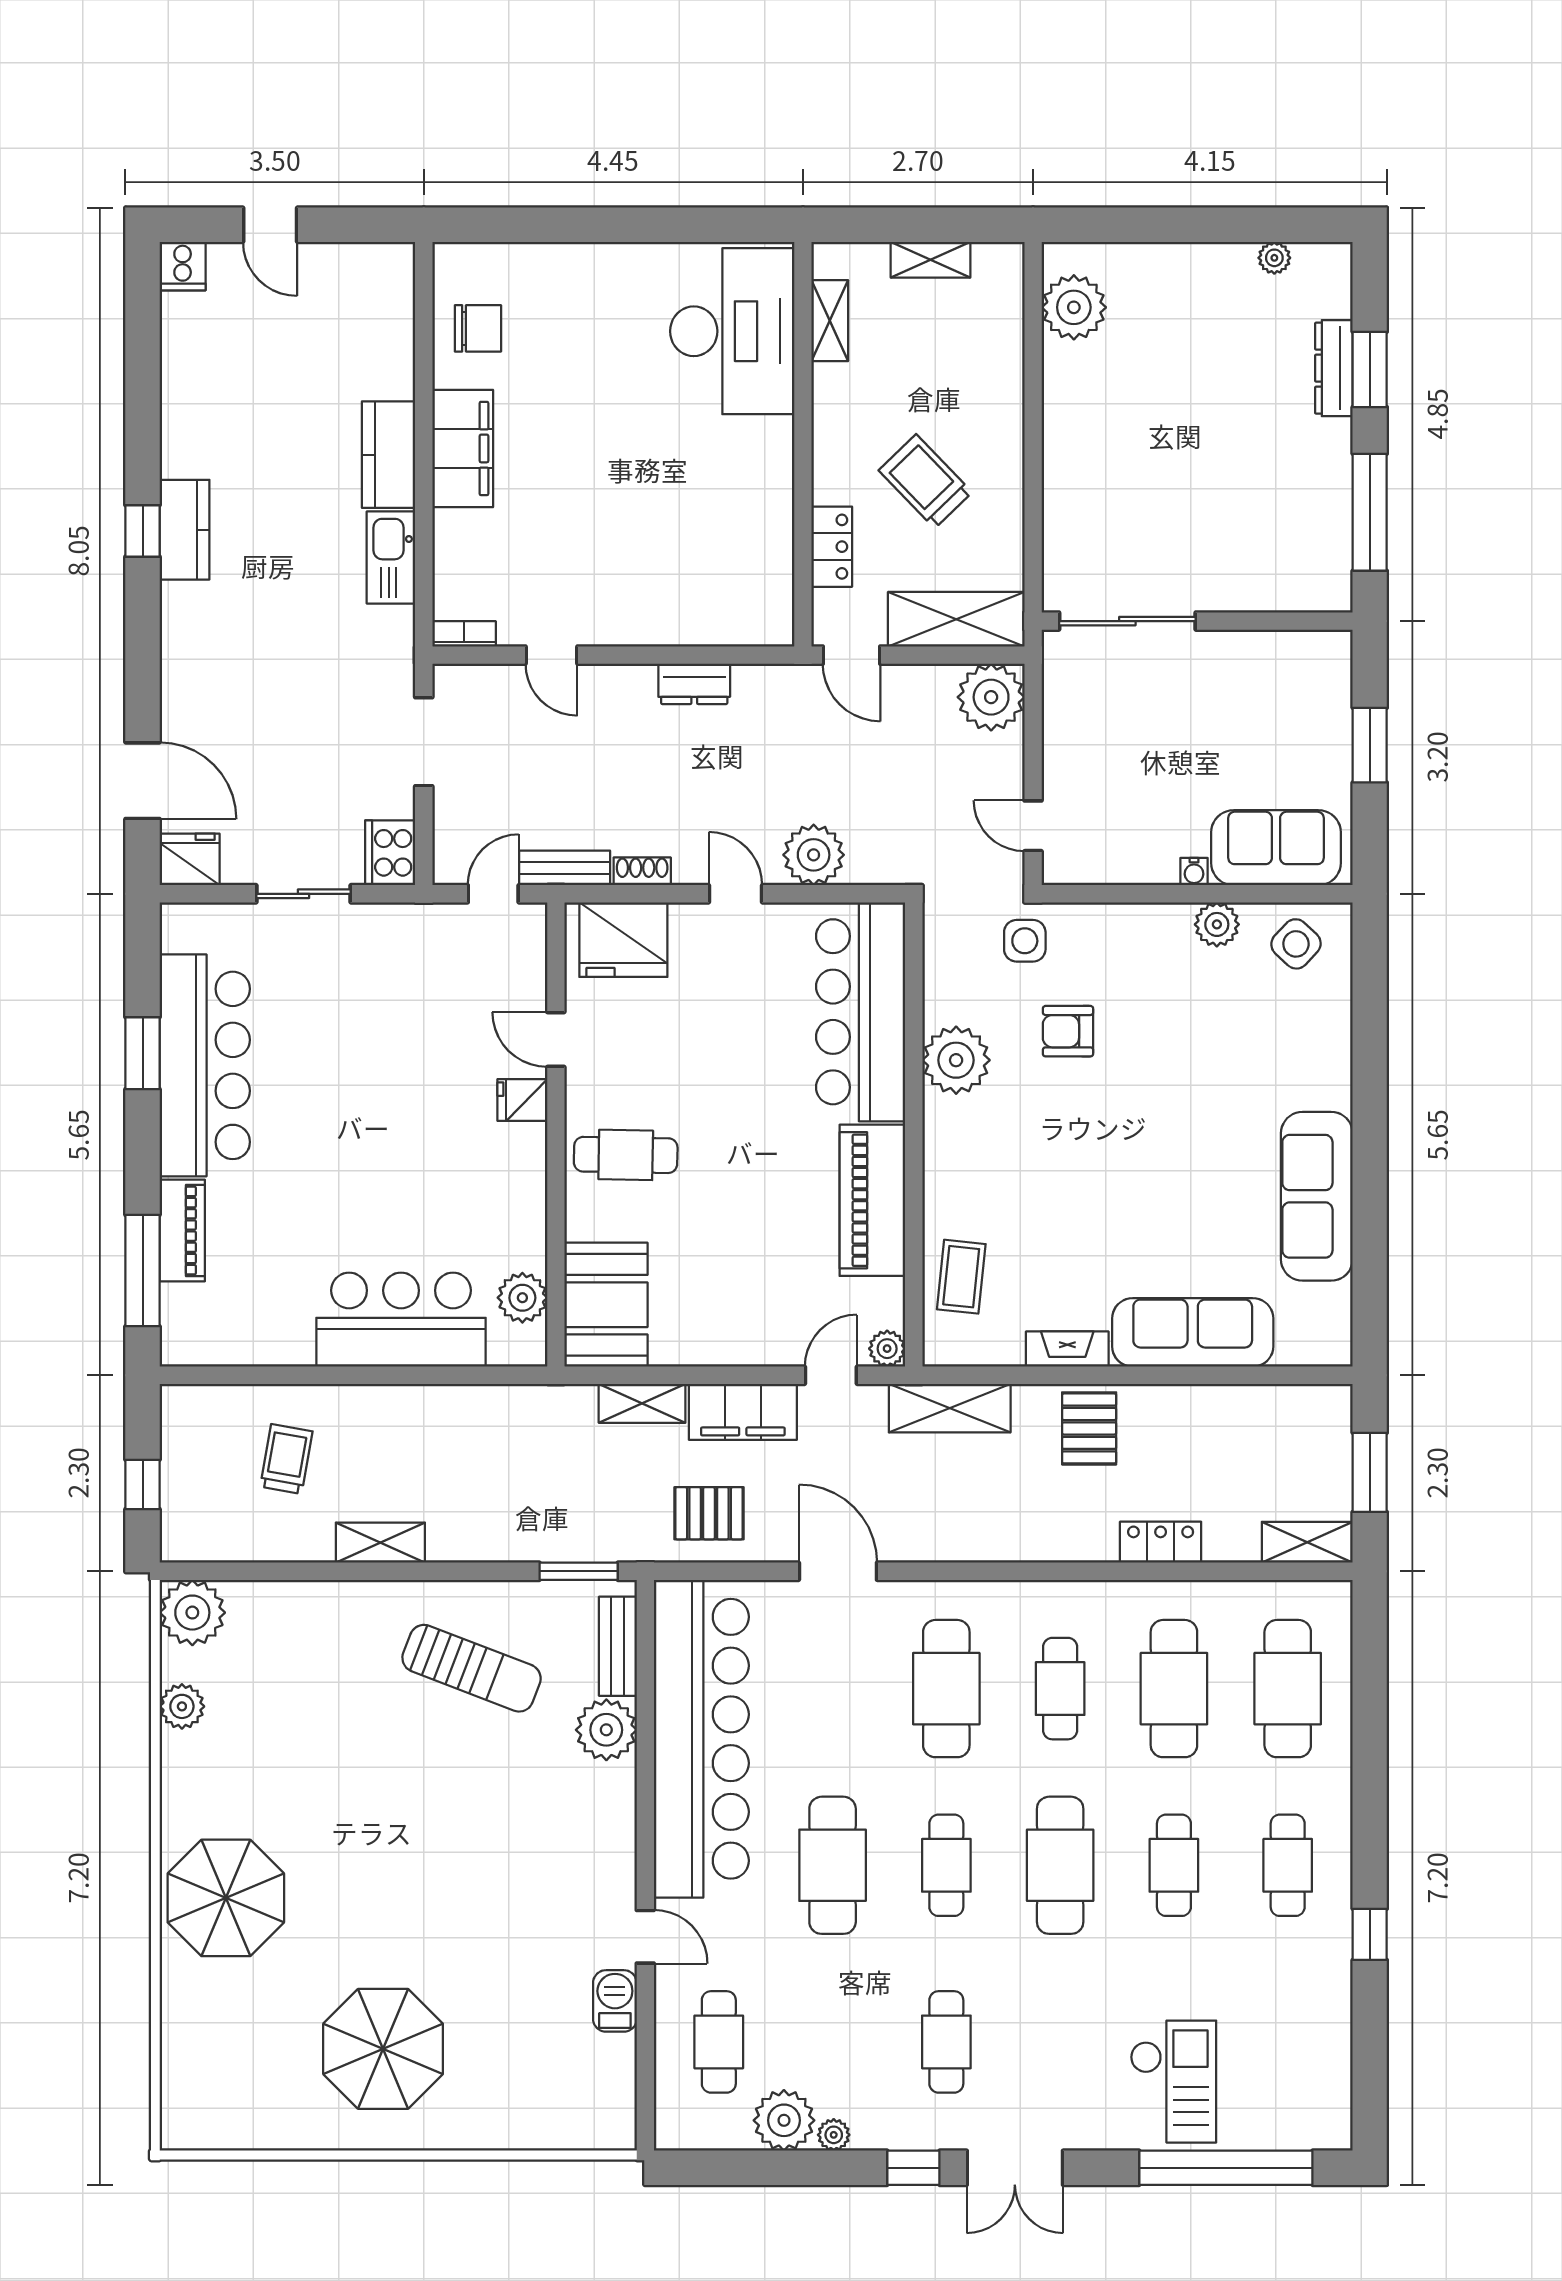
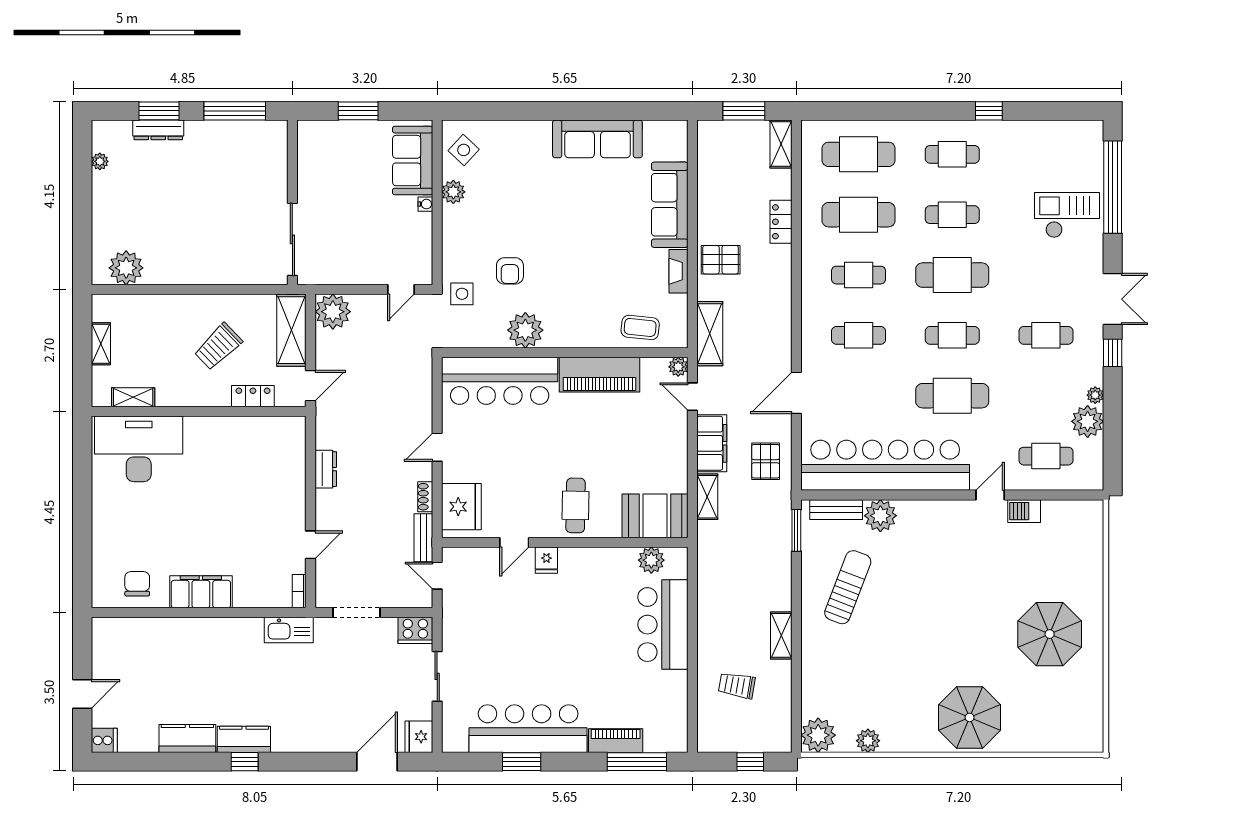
kitchen counter: (389, 455) -> (187, 738), moved, turned 180
kitchen sink: (391, 557) -> (289, 630), moved
plant: (814, 855) -> (416, 406), removed
cafe table: (946, 1689) -> (859, 335), width x0.73, depth x0.74

